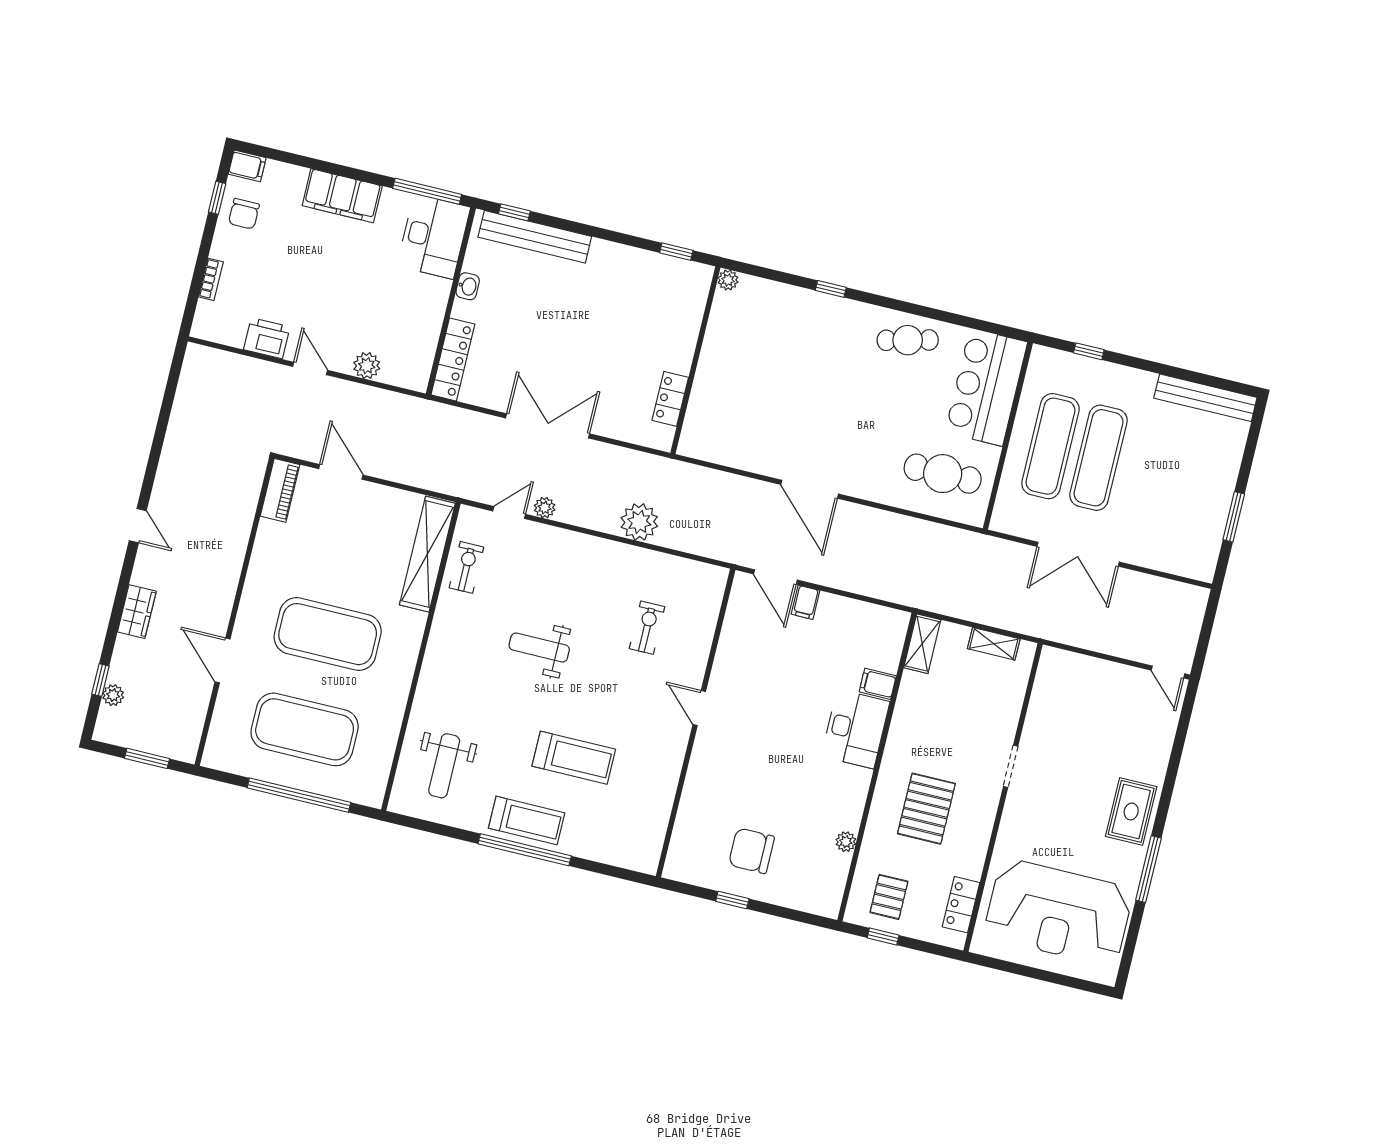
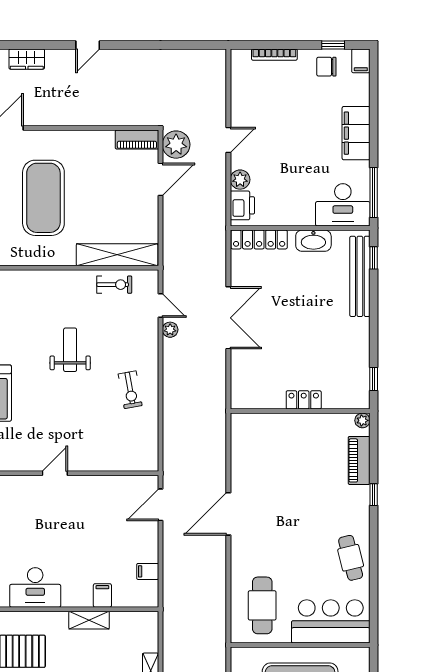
bookcase: (211, 279) -> (274, 55), width x1.56
washbasin: (468, 286) -> (313, 241), width x1.91, depth x1.45
piano: (780, 297) -> (359, 460), added
printer: (267, 338) -> (242, 205), moved
locker: (670, 399) -> (304, 400), moved
plant: (639, 522) -> (176, 145), moved
filing cabinet: (806, 602) -> (148, 571), moved
exercise bike: (647, 628) -> (130, 390), moved, turned 80
shelving: (922, 644) -> (89, 620), moved
desk: (855, 729) -> (35, 587), moved

